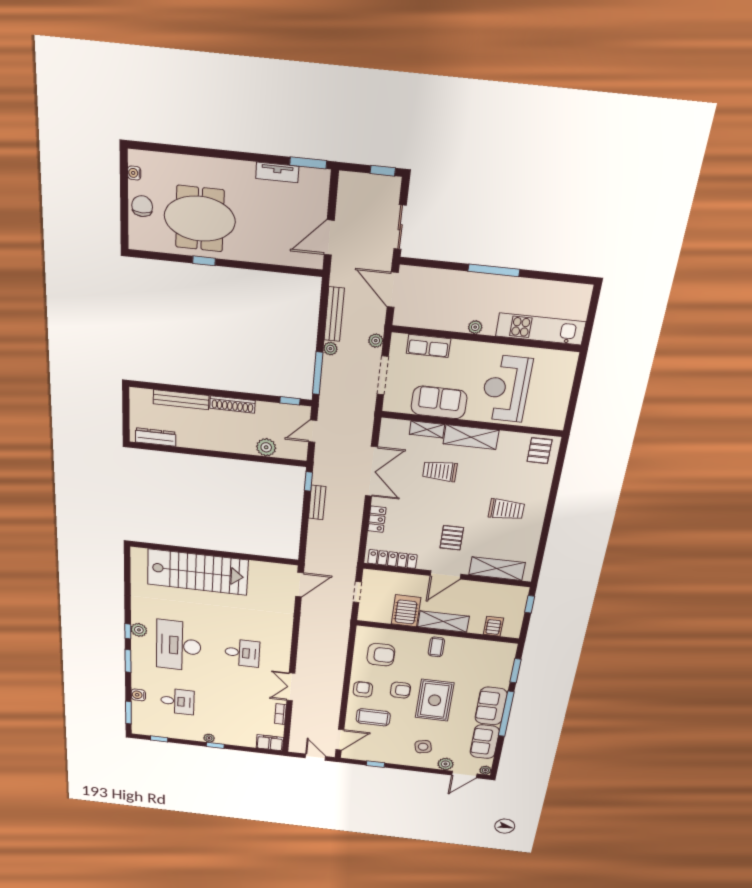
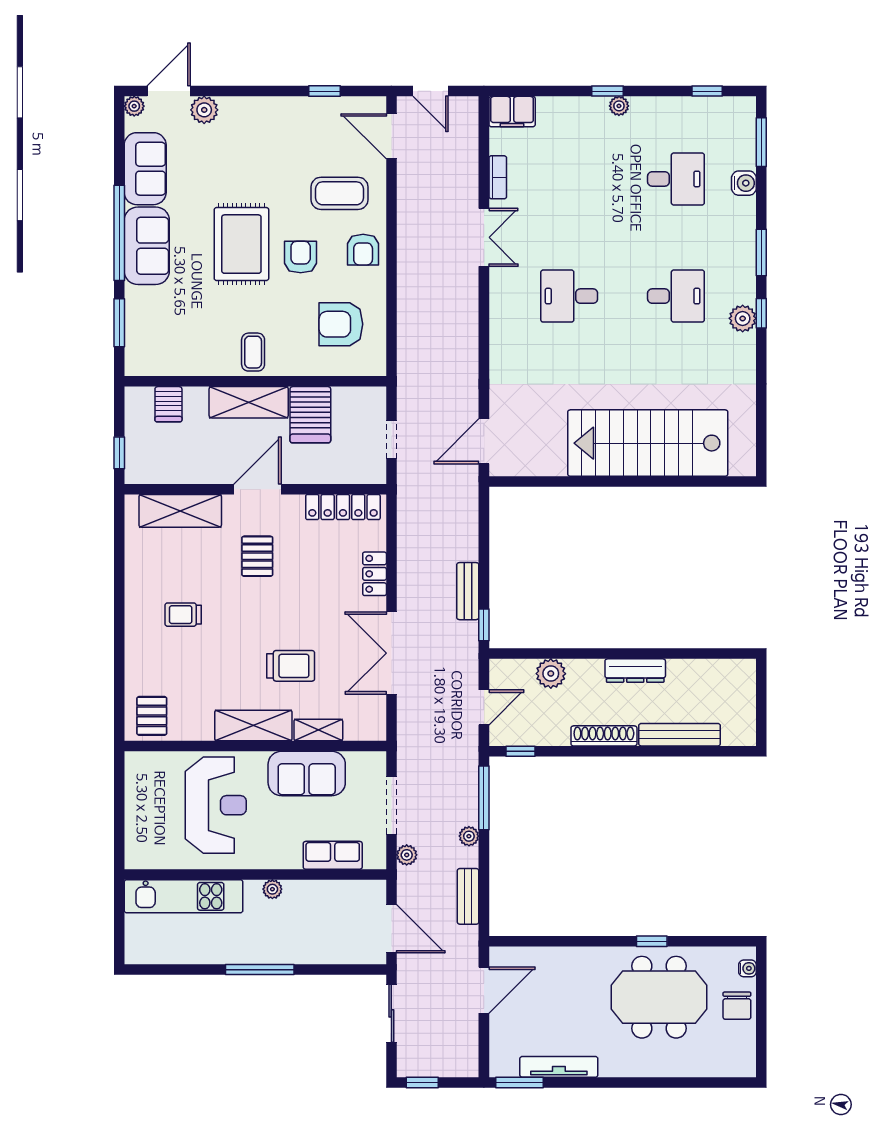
tv unit: (277, 172) -> (559, 1067), width x1.41
water cooler: (134, 173) -> (748, 968), moved
bench: (334, 314) -> (468, 896), width x0.73
dresser: (156, 437) -> (635, 671), moved
trolley: (506, 509) -> (183, 615), width x0.73, depth x0.72
desk: (179, 646) -> (676, 296), width x0.53, depth x0.77
armchair: (400, 690) -> (301, 257), turned 90
desk: (177, 701) -> (676, 179), turned 180
door: (340, 740) -> (391, 136), hinge flipped
side table: (423, 747) -> (248, 142), removed

